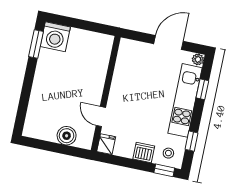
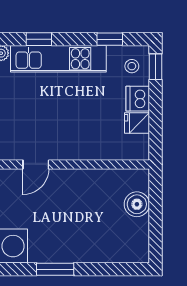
window: (36, 44) -> (55, 269), moved
door: (101, 116) -> (36, 164), moved
fridge: (106, 144) -> (137, 123), moved

